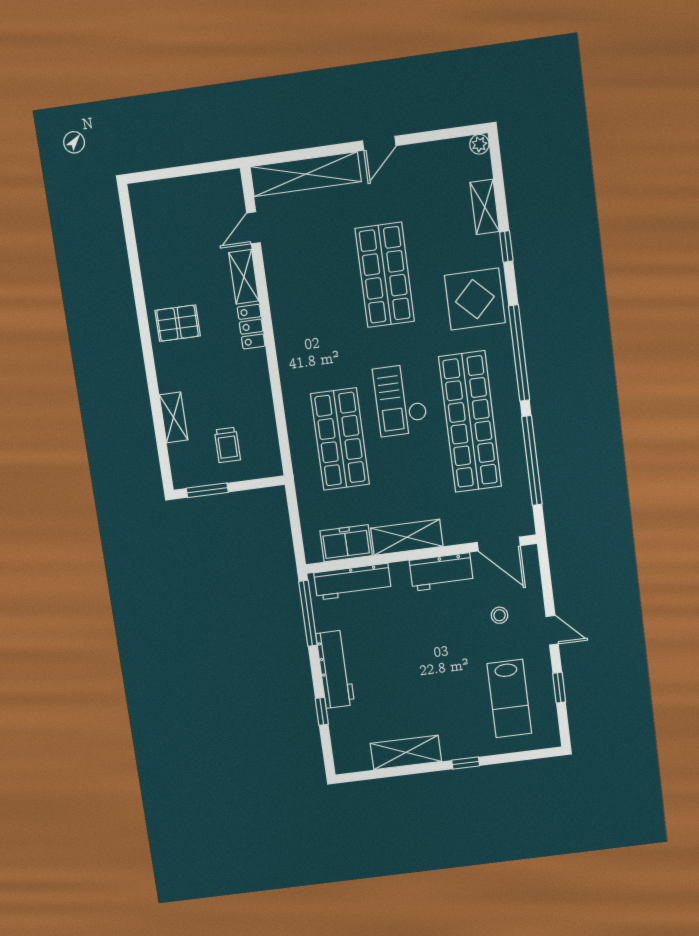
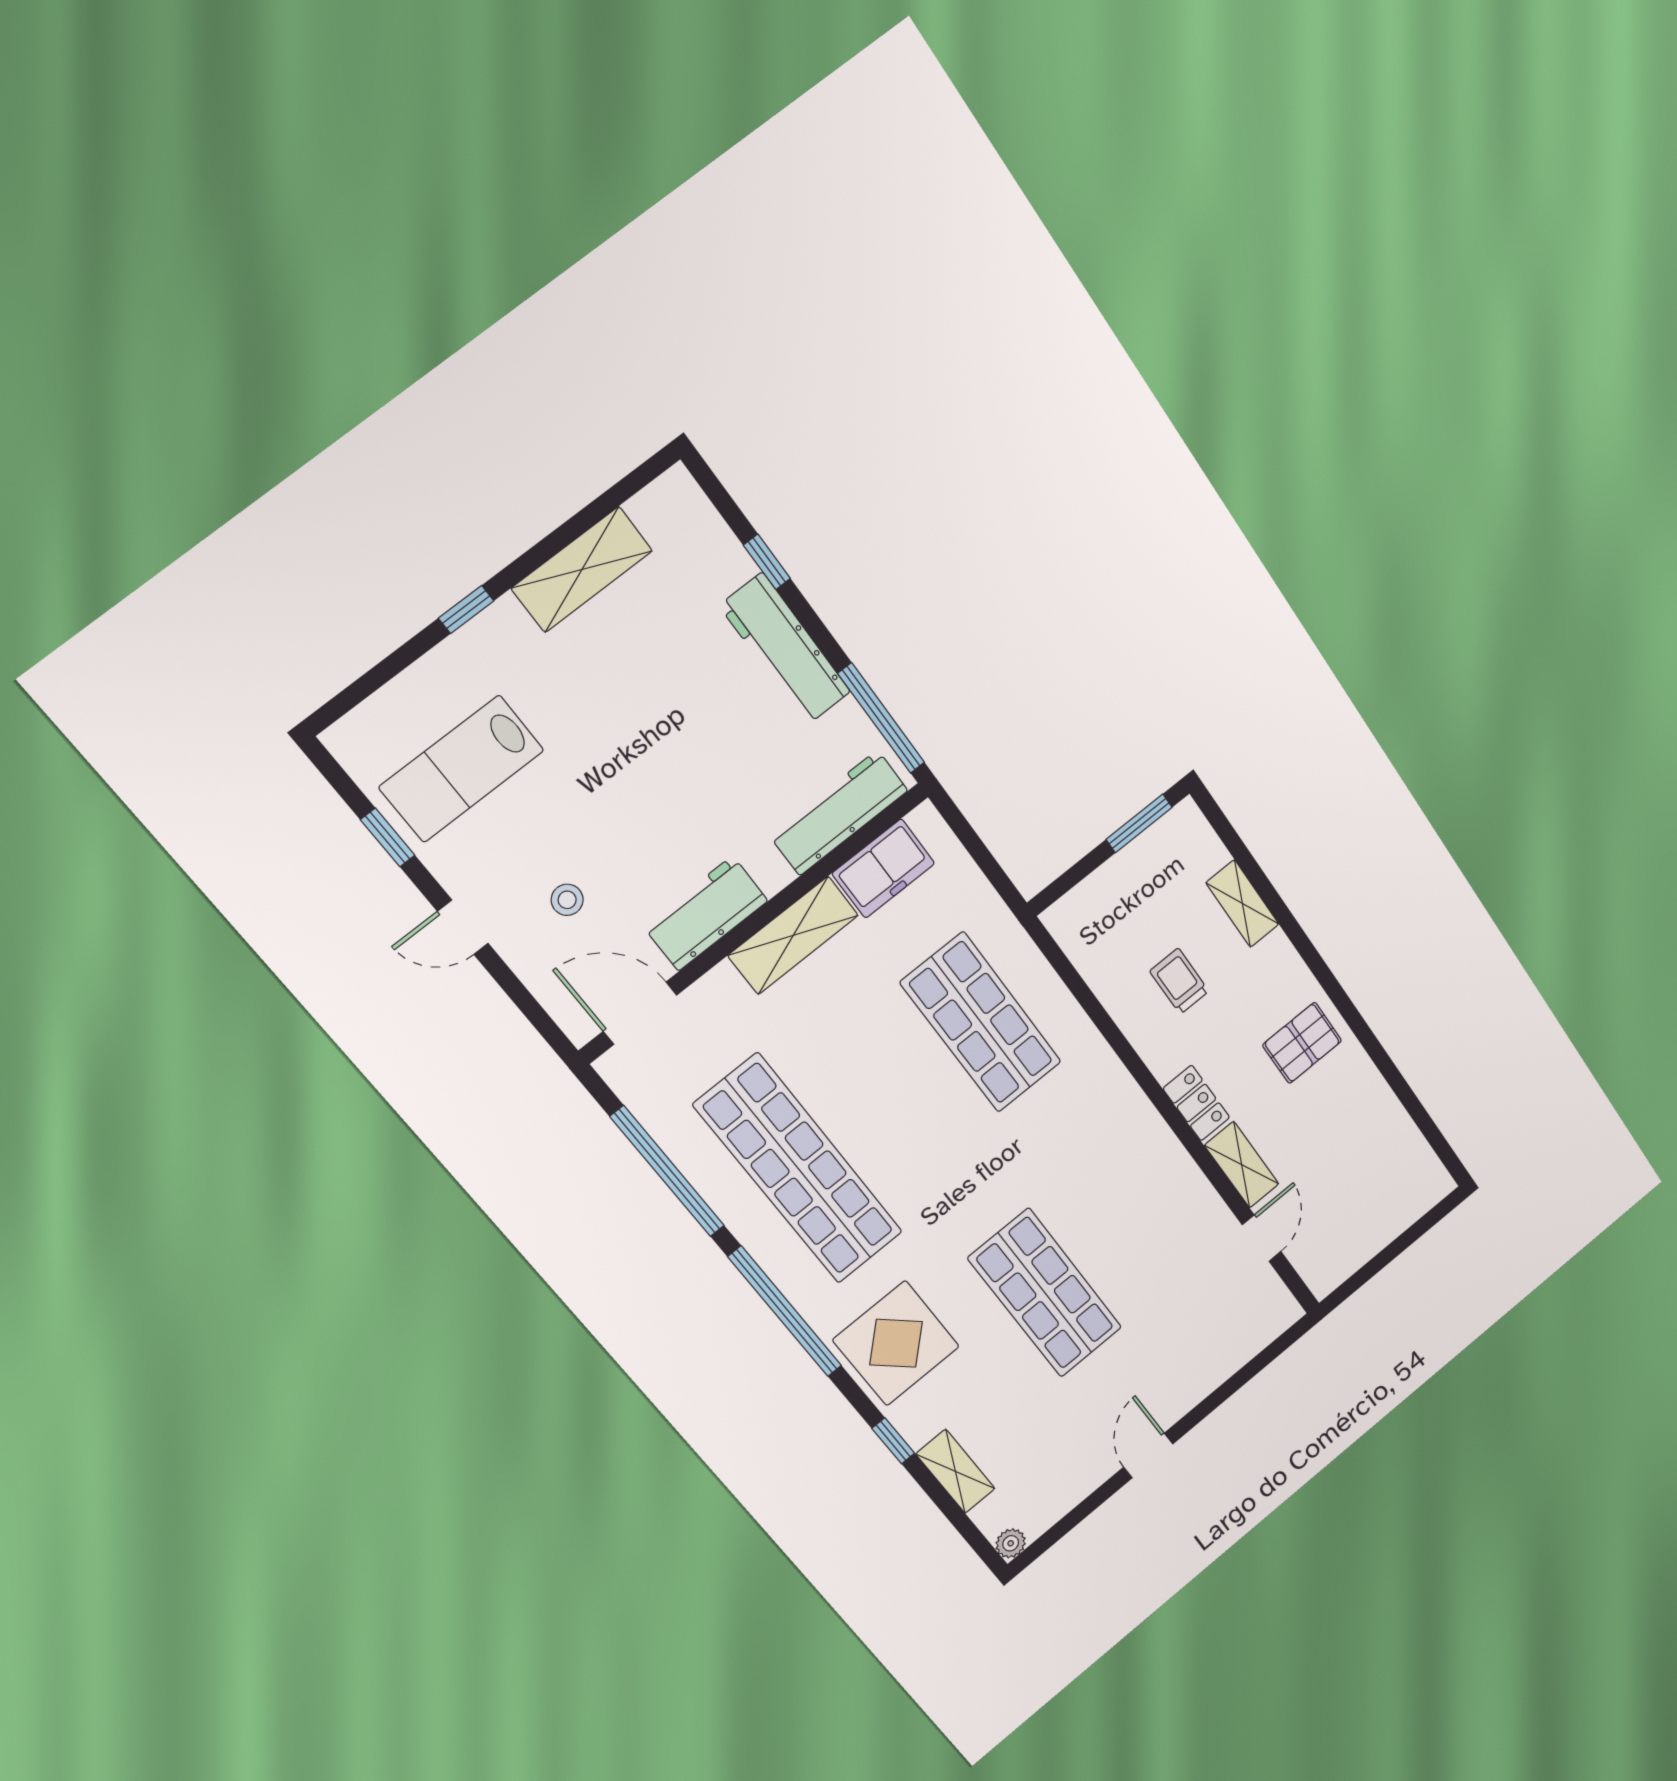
shelving: (306, 174) -> (1227, 1352), removed
checkout: (400, 400) -> (923, 1135), removed
trolley: (227, 445) -> (1179, 981), moved
lab bench: (509, 698) -> (462, 769), turned -90

